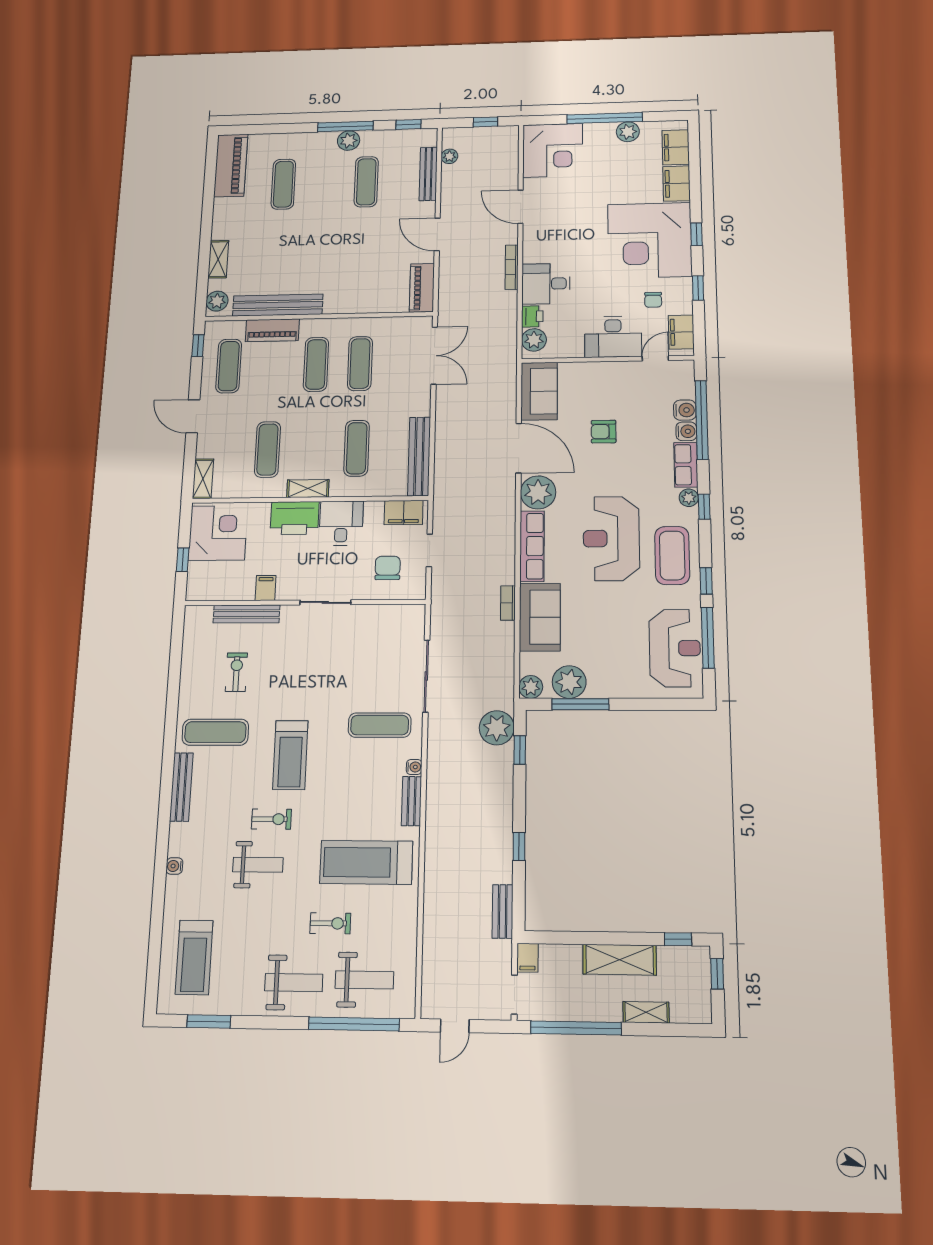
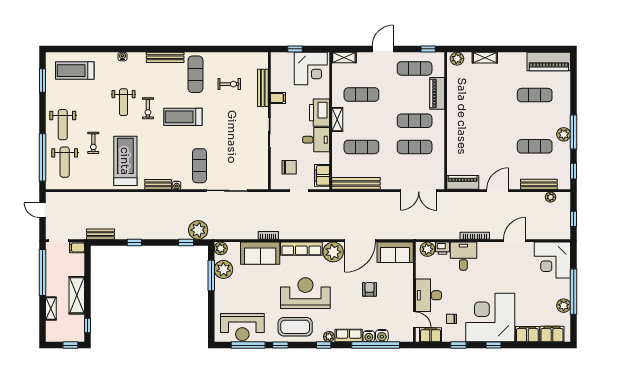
bench: (278, 305) -> (453, 96), removed

